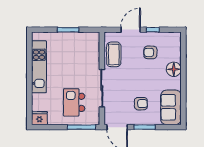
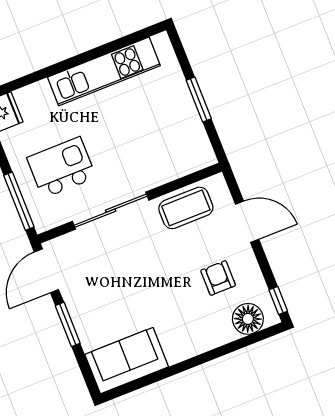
window: (153, 30) -> (278, 300), moved
floor lamp: (174, 69) -> (248, 319), moved
armchair: (141, 104) -> (111, 299), removed

